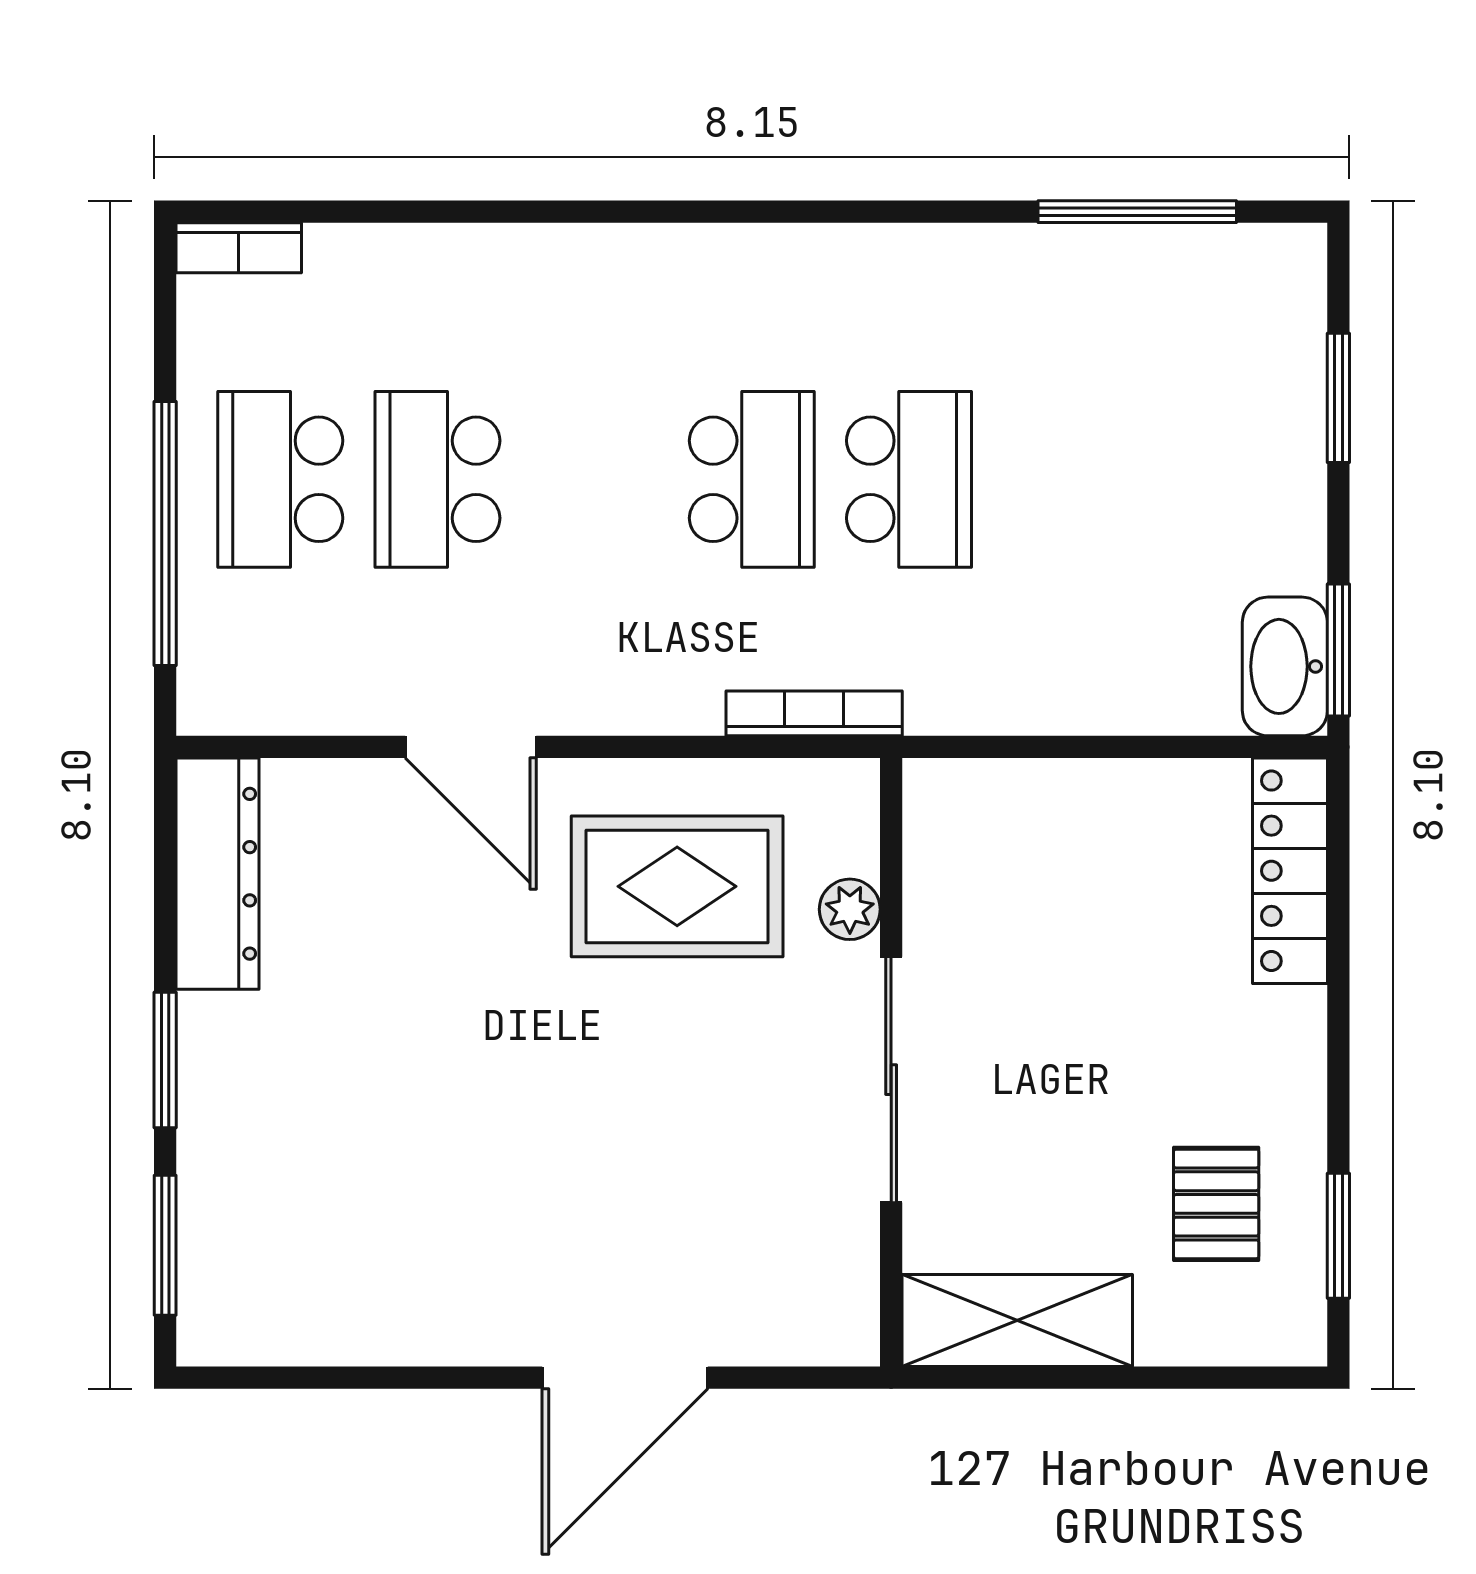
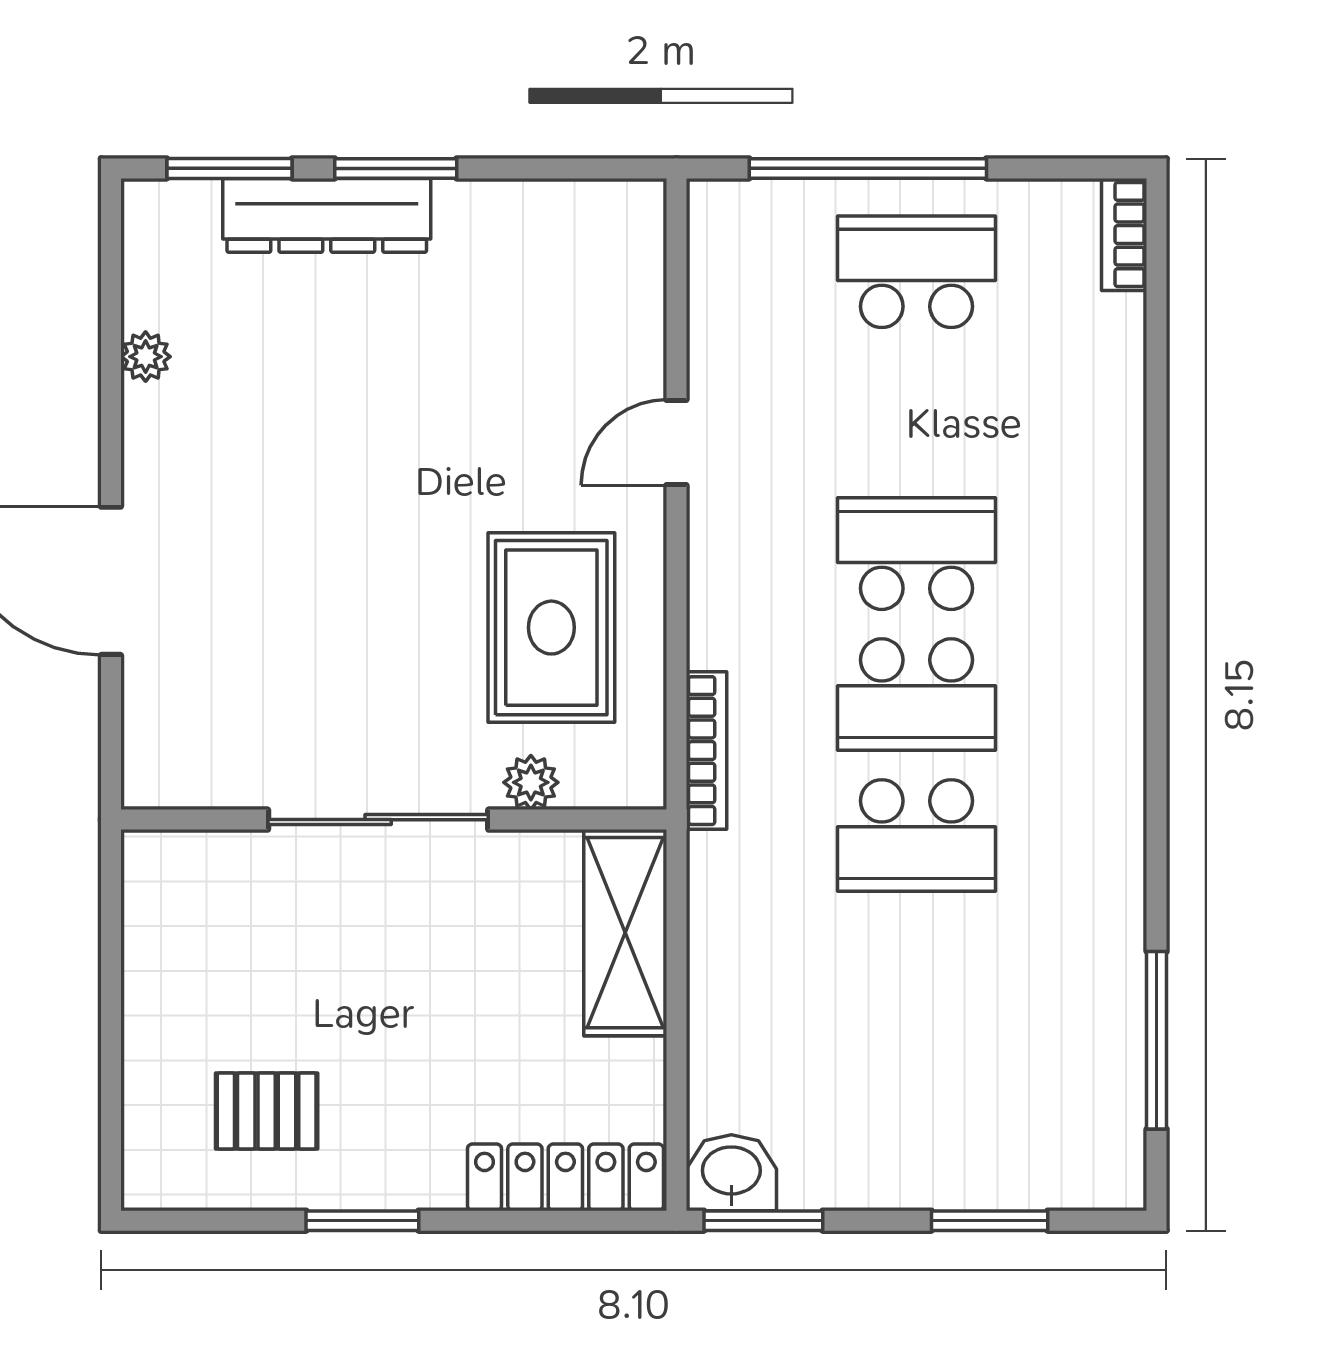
school desk: (437, 479) -> (916, 554), moved
washbasin: (1285, 666) -> (731, 1173), width x0.72
door: (471, 747) -> (676, 443), width x0.73
dresser: (217, 874) -> (327, 215), moved
window: (1338, 1236) -> (362, 1221), moved
shelving: (1017, 1321) -> (625, 933), moved
plant: (375, 1339) -> (146, 357), added

